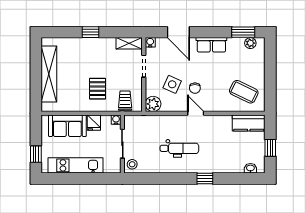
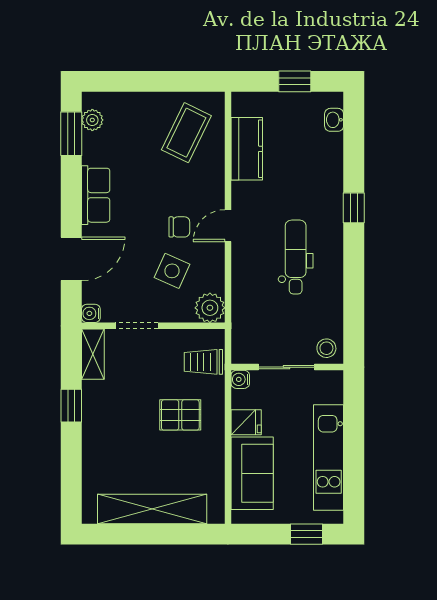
window: (91, 32) -> (71, 406), moved
kitchen counter: (249, 123) -> (247, 149), moved

